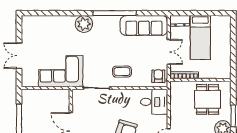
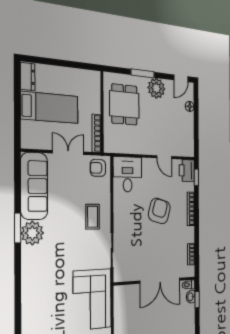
window: (115, 13) -> (18, 228), width x0.47
dresser: (180, 21) -> (28, 77), moved
plant: (84, 24) -> (32, 233), moved
dining table: (208, 99) -> (124, 105), turned 90

